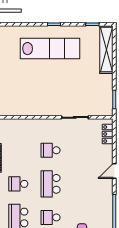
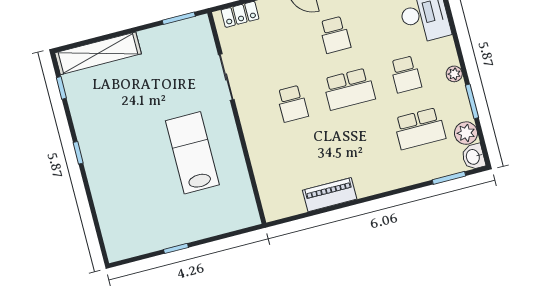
lab bench: (50, 49) -> (192, 153), moved, width x0.73
school desk: (18, 184) -> (335, 35), moved

